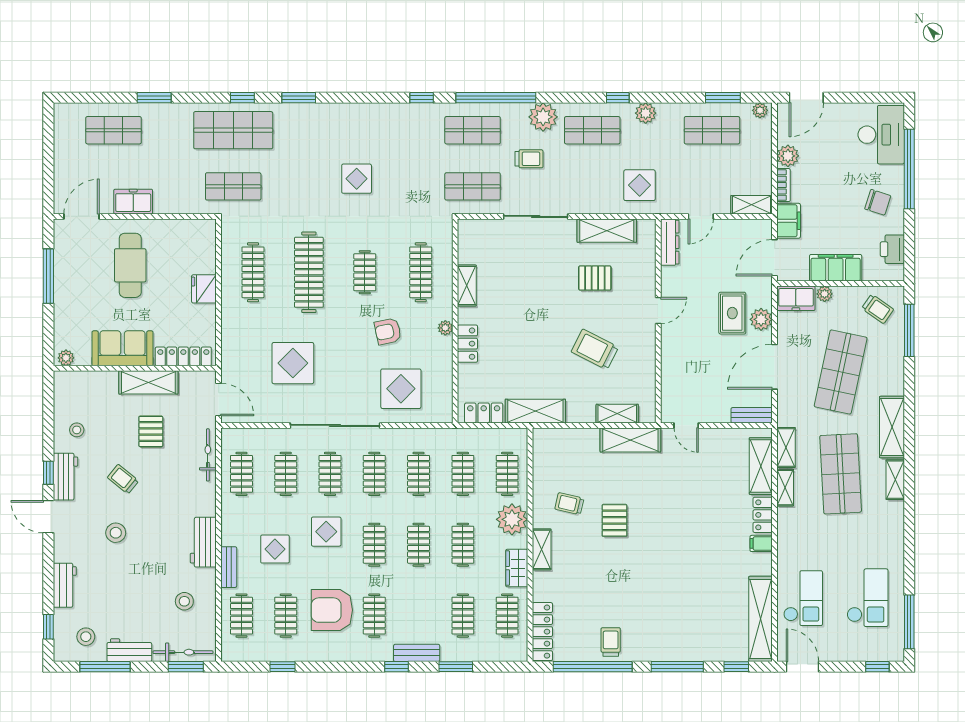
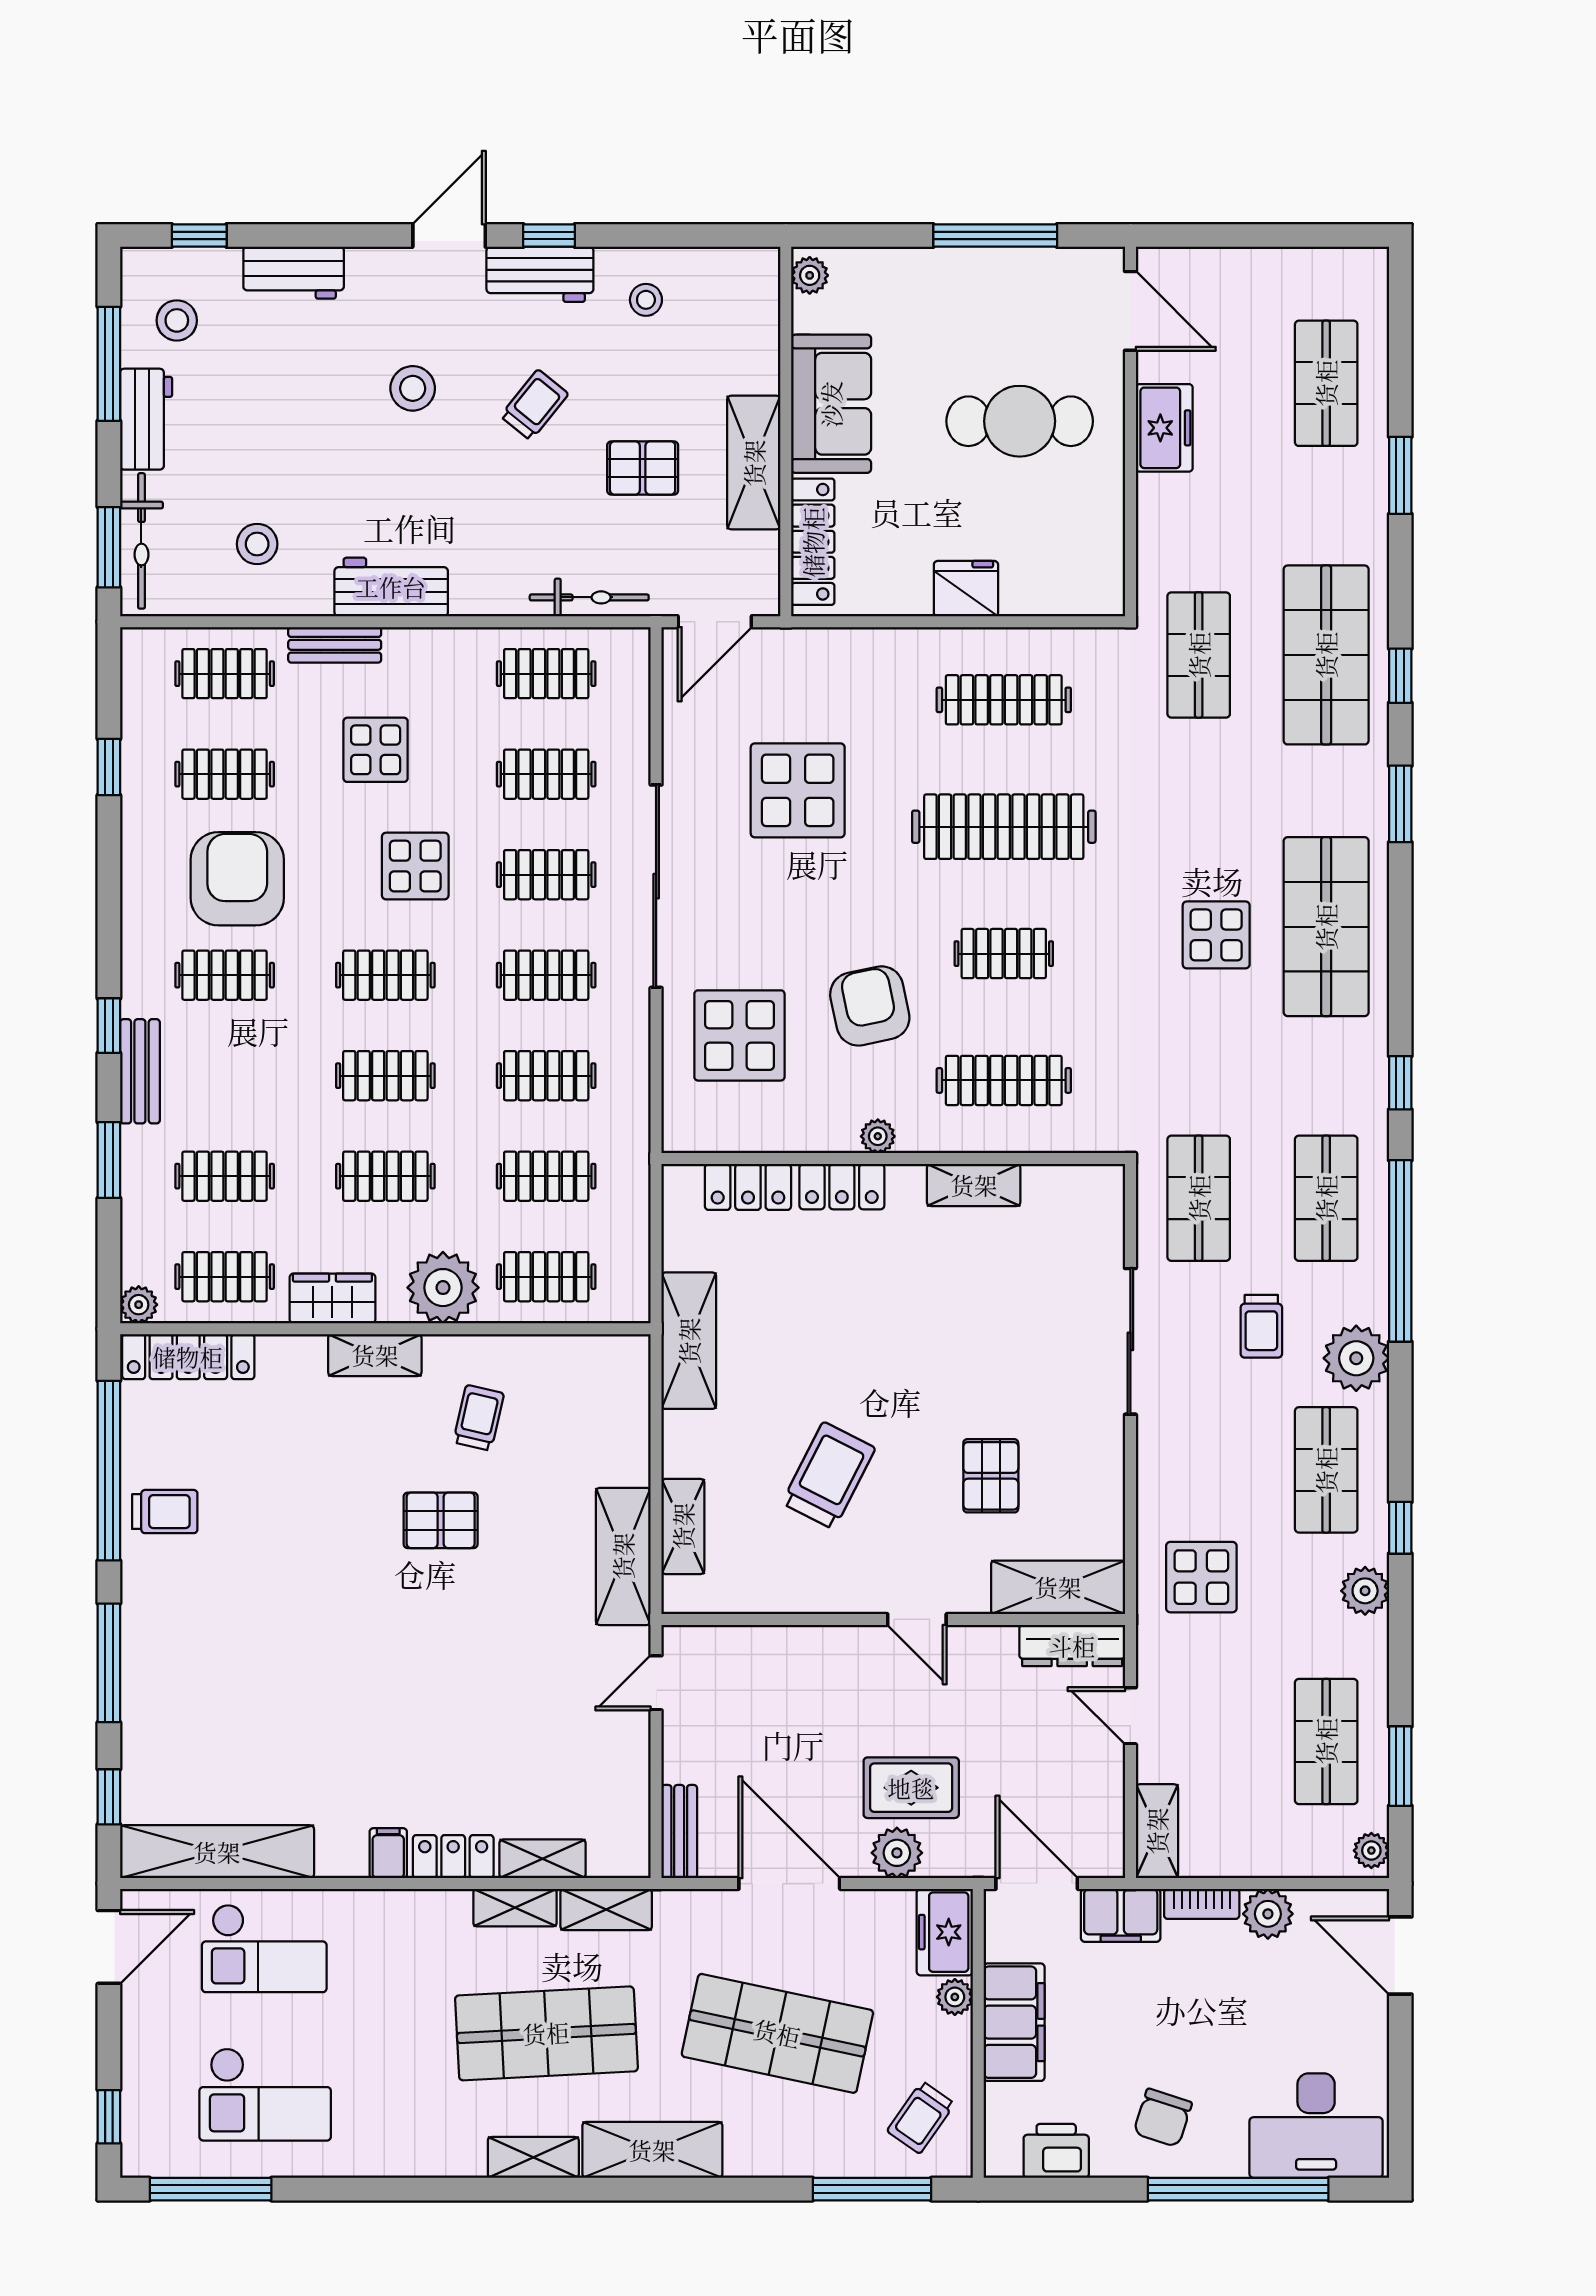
shop shelf: (353, 130) -> (1326, 927), added
shelving: (607, 231) -> (1058, 1587), moved, turned 90
armchair: (388, 331) -> (870, 1006), width x1.38, depth x1.38
locker: (484, 413) -> (748, 1187), moved, turned 90
shelving: (761, 466) -> (542, 1859), width x0.67, depth x0.75
plant: (519, 653) -> (139, 1305), added

